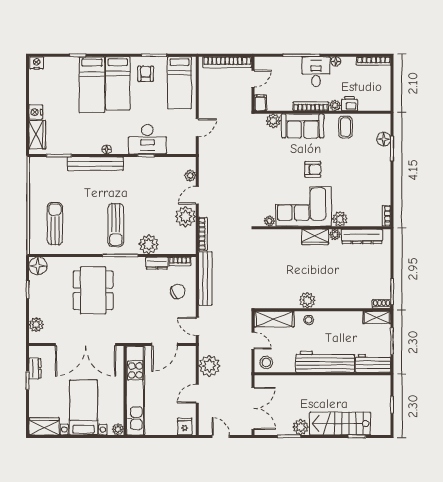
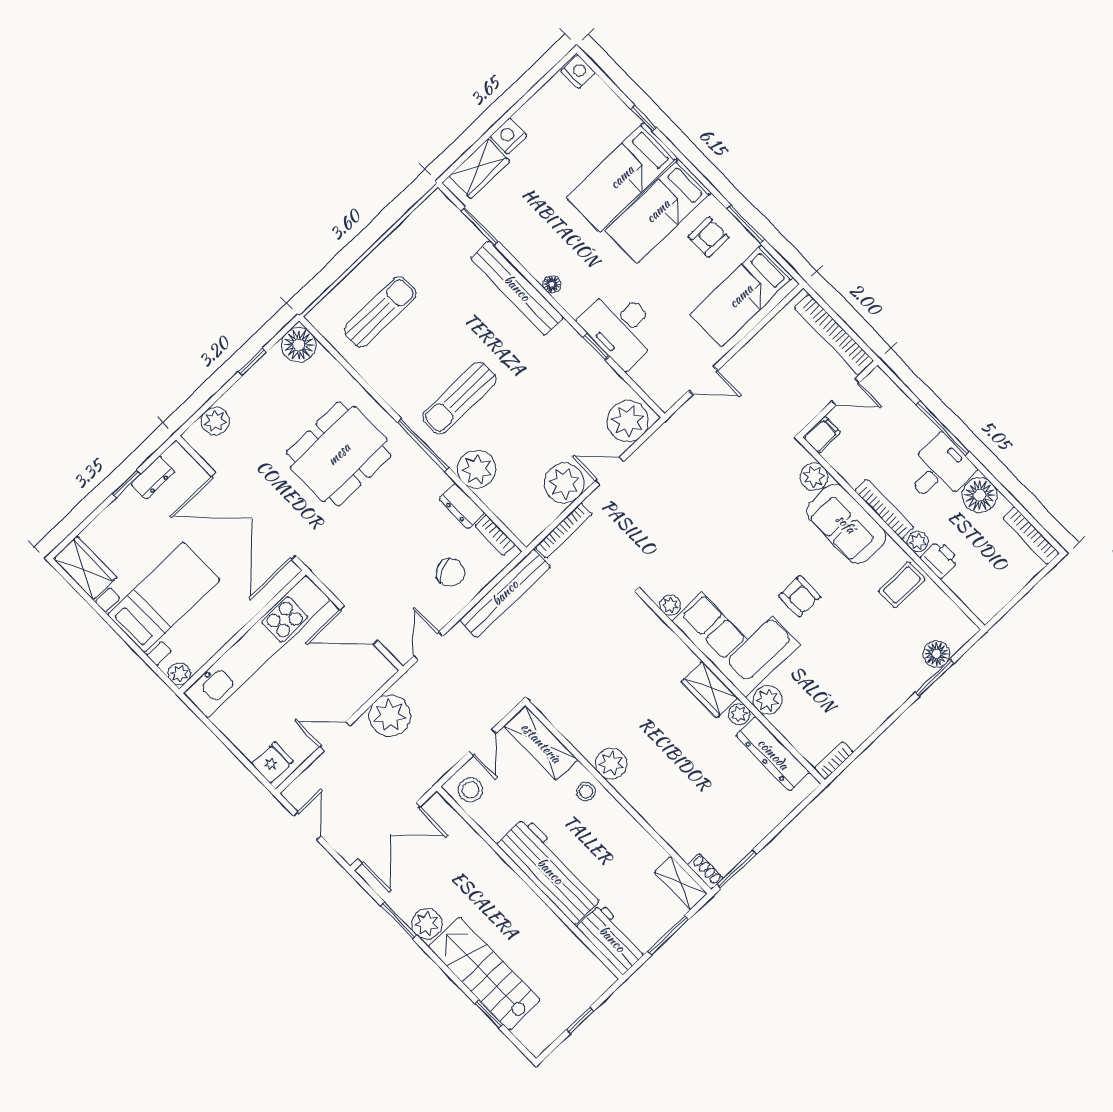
floor lamp: (336, 61) -> (980, 495), width x1.89, depth x1.89
plant: (190, 175) -> (628, 421), width x1.87, depth x1.87

